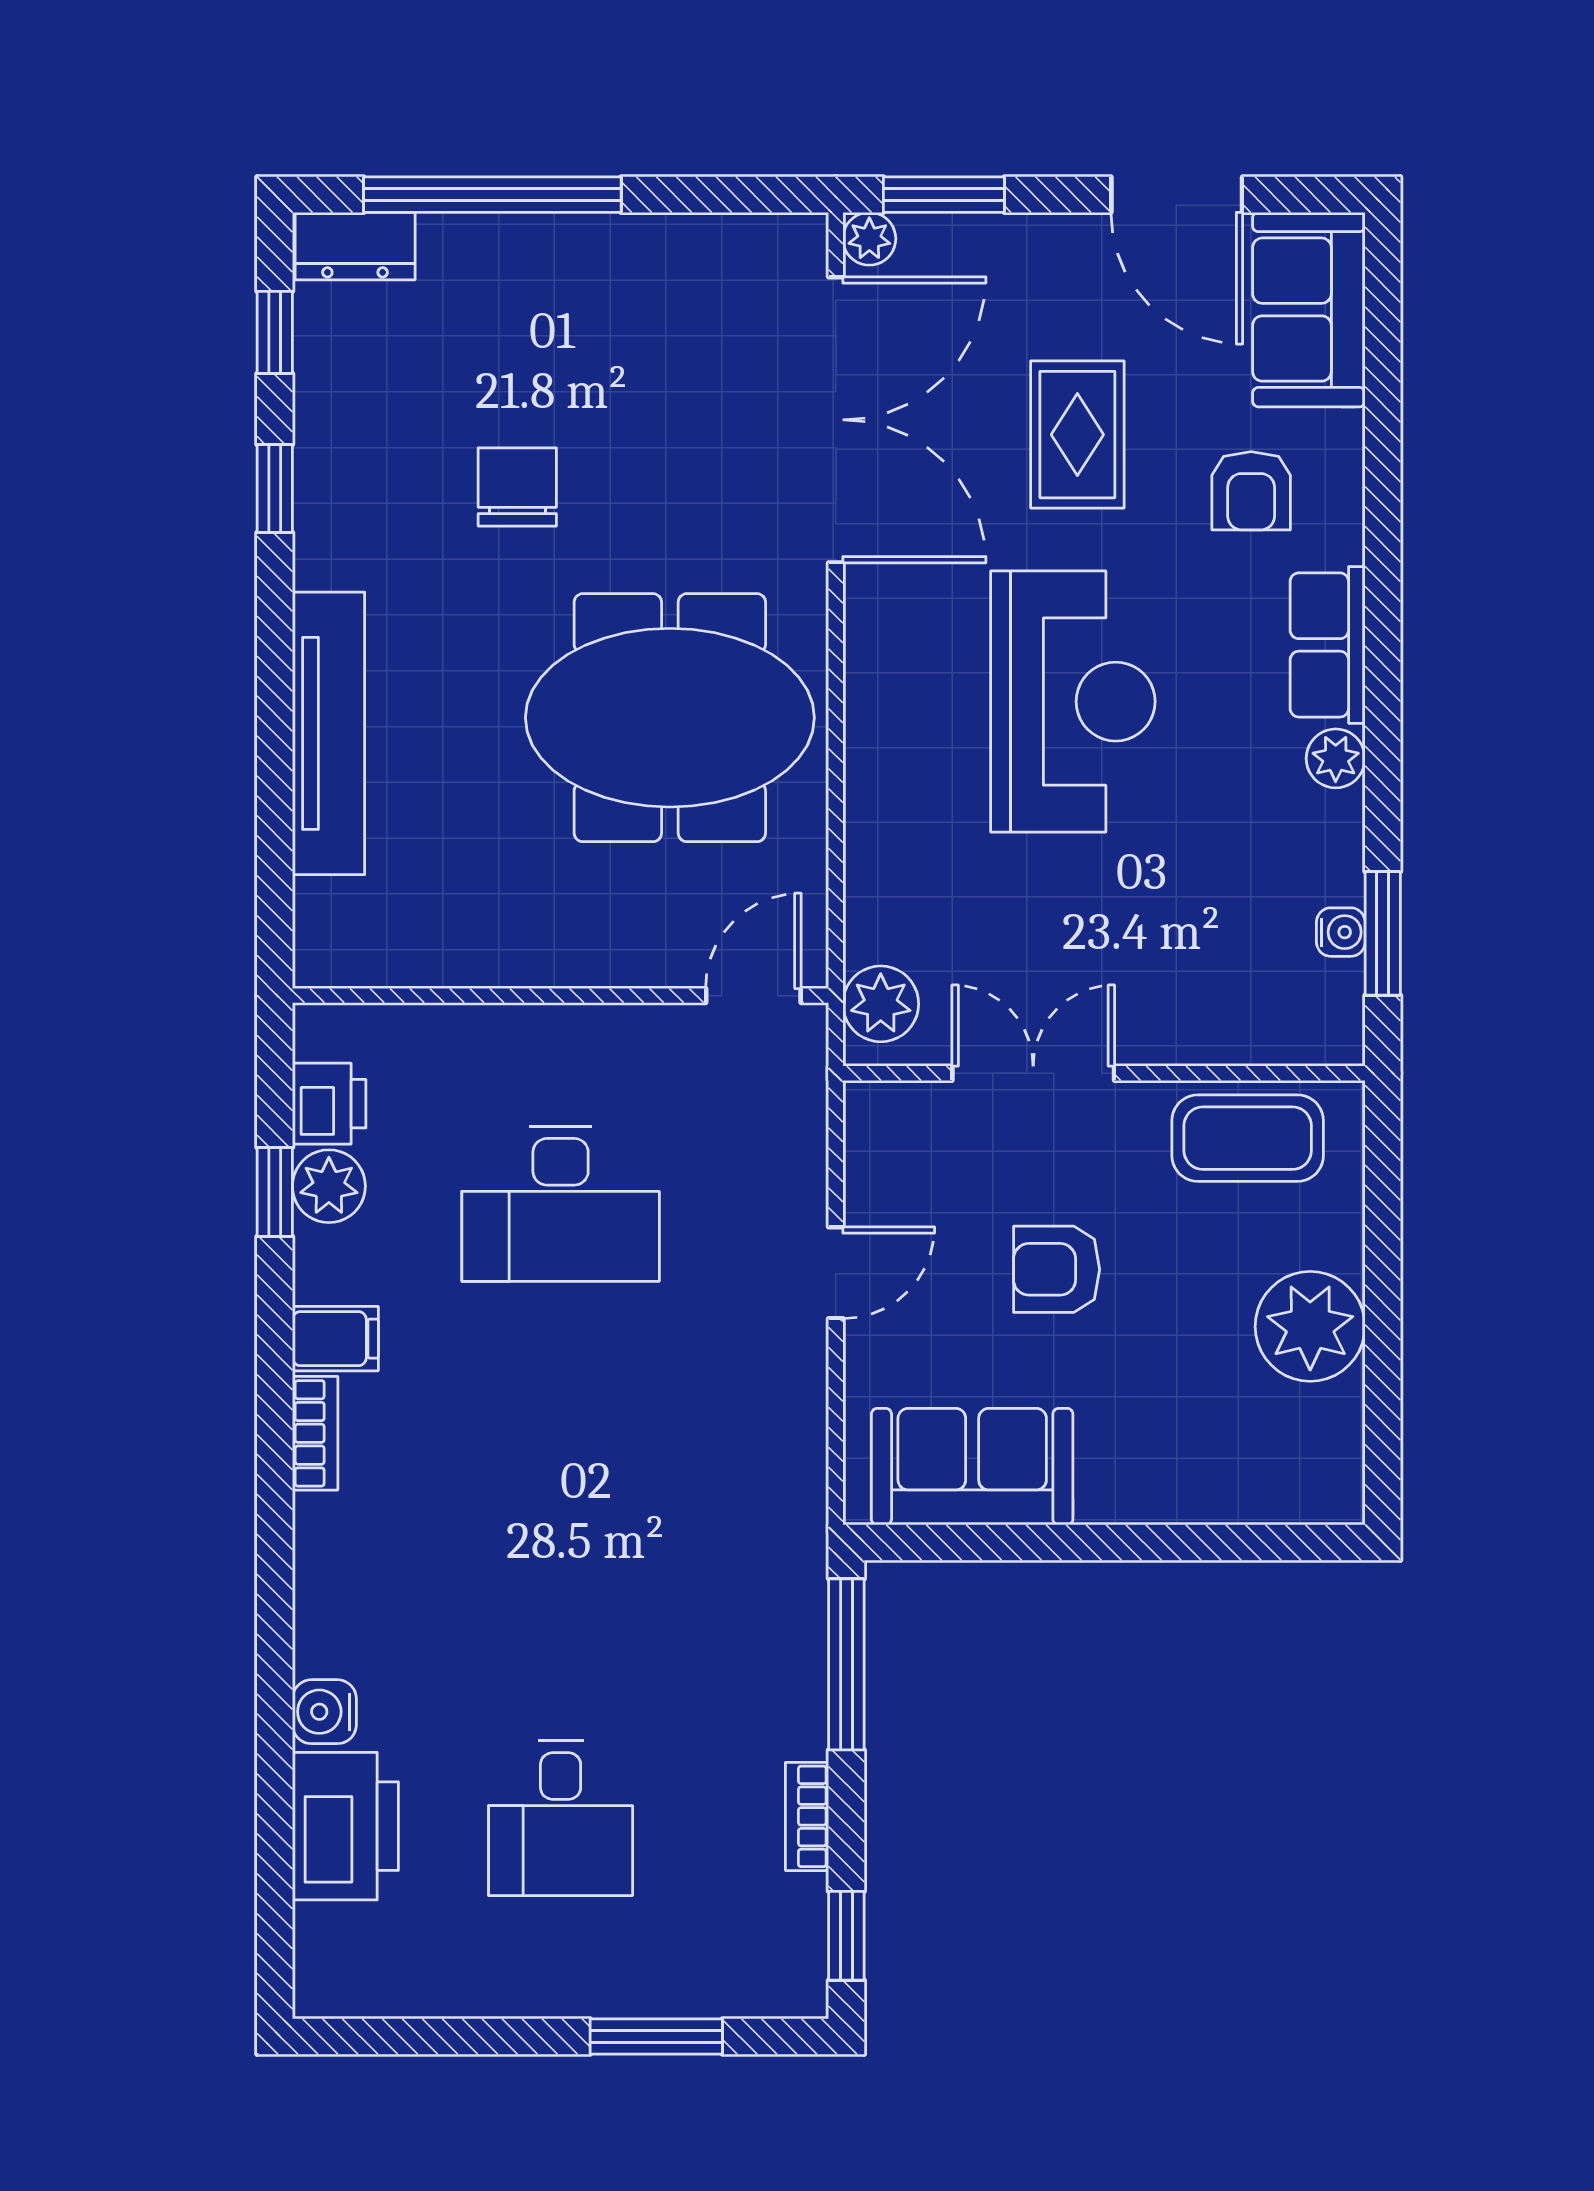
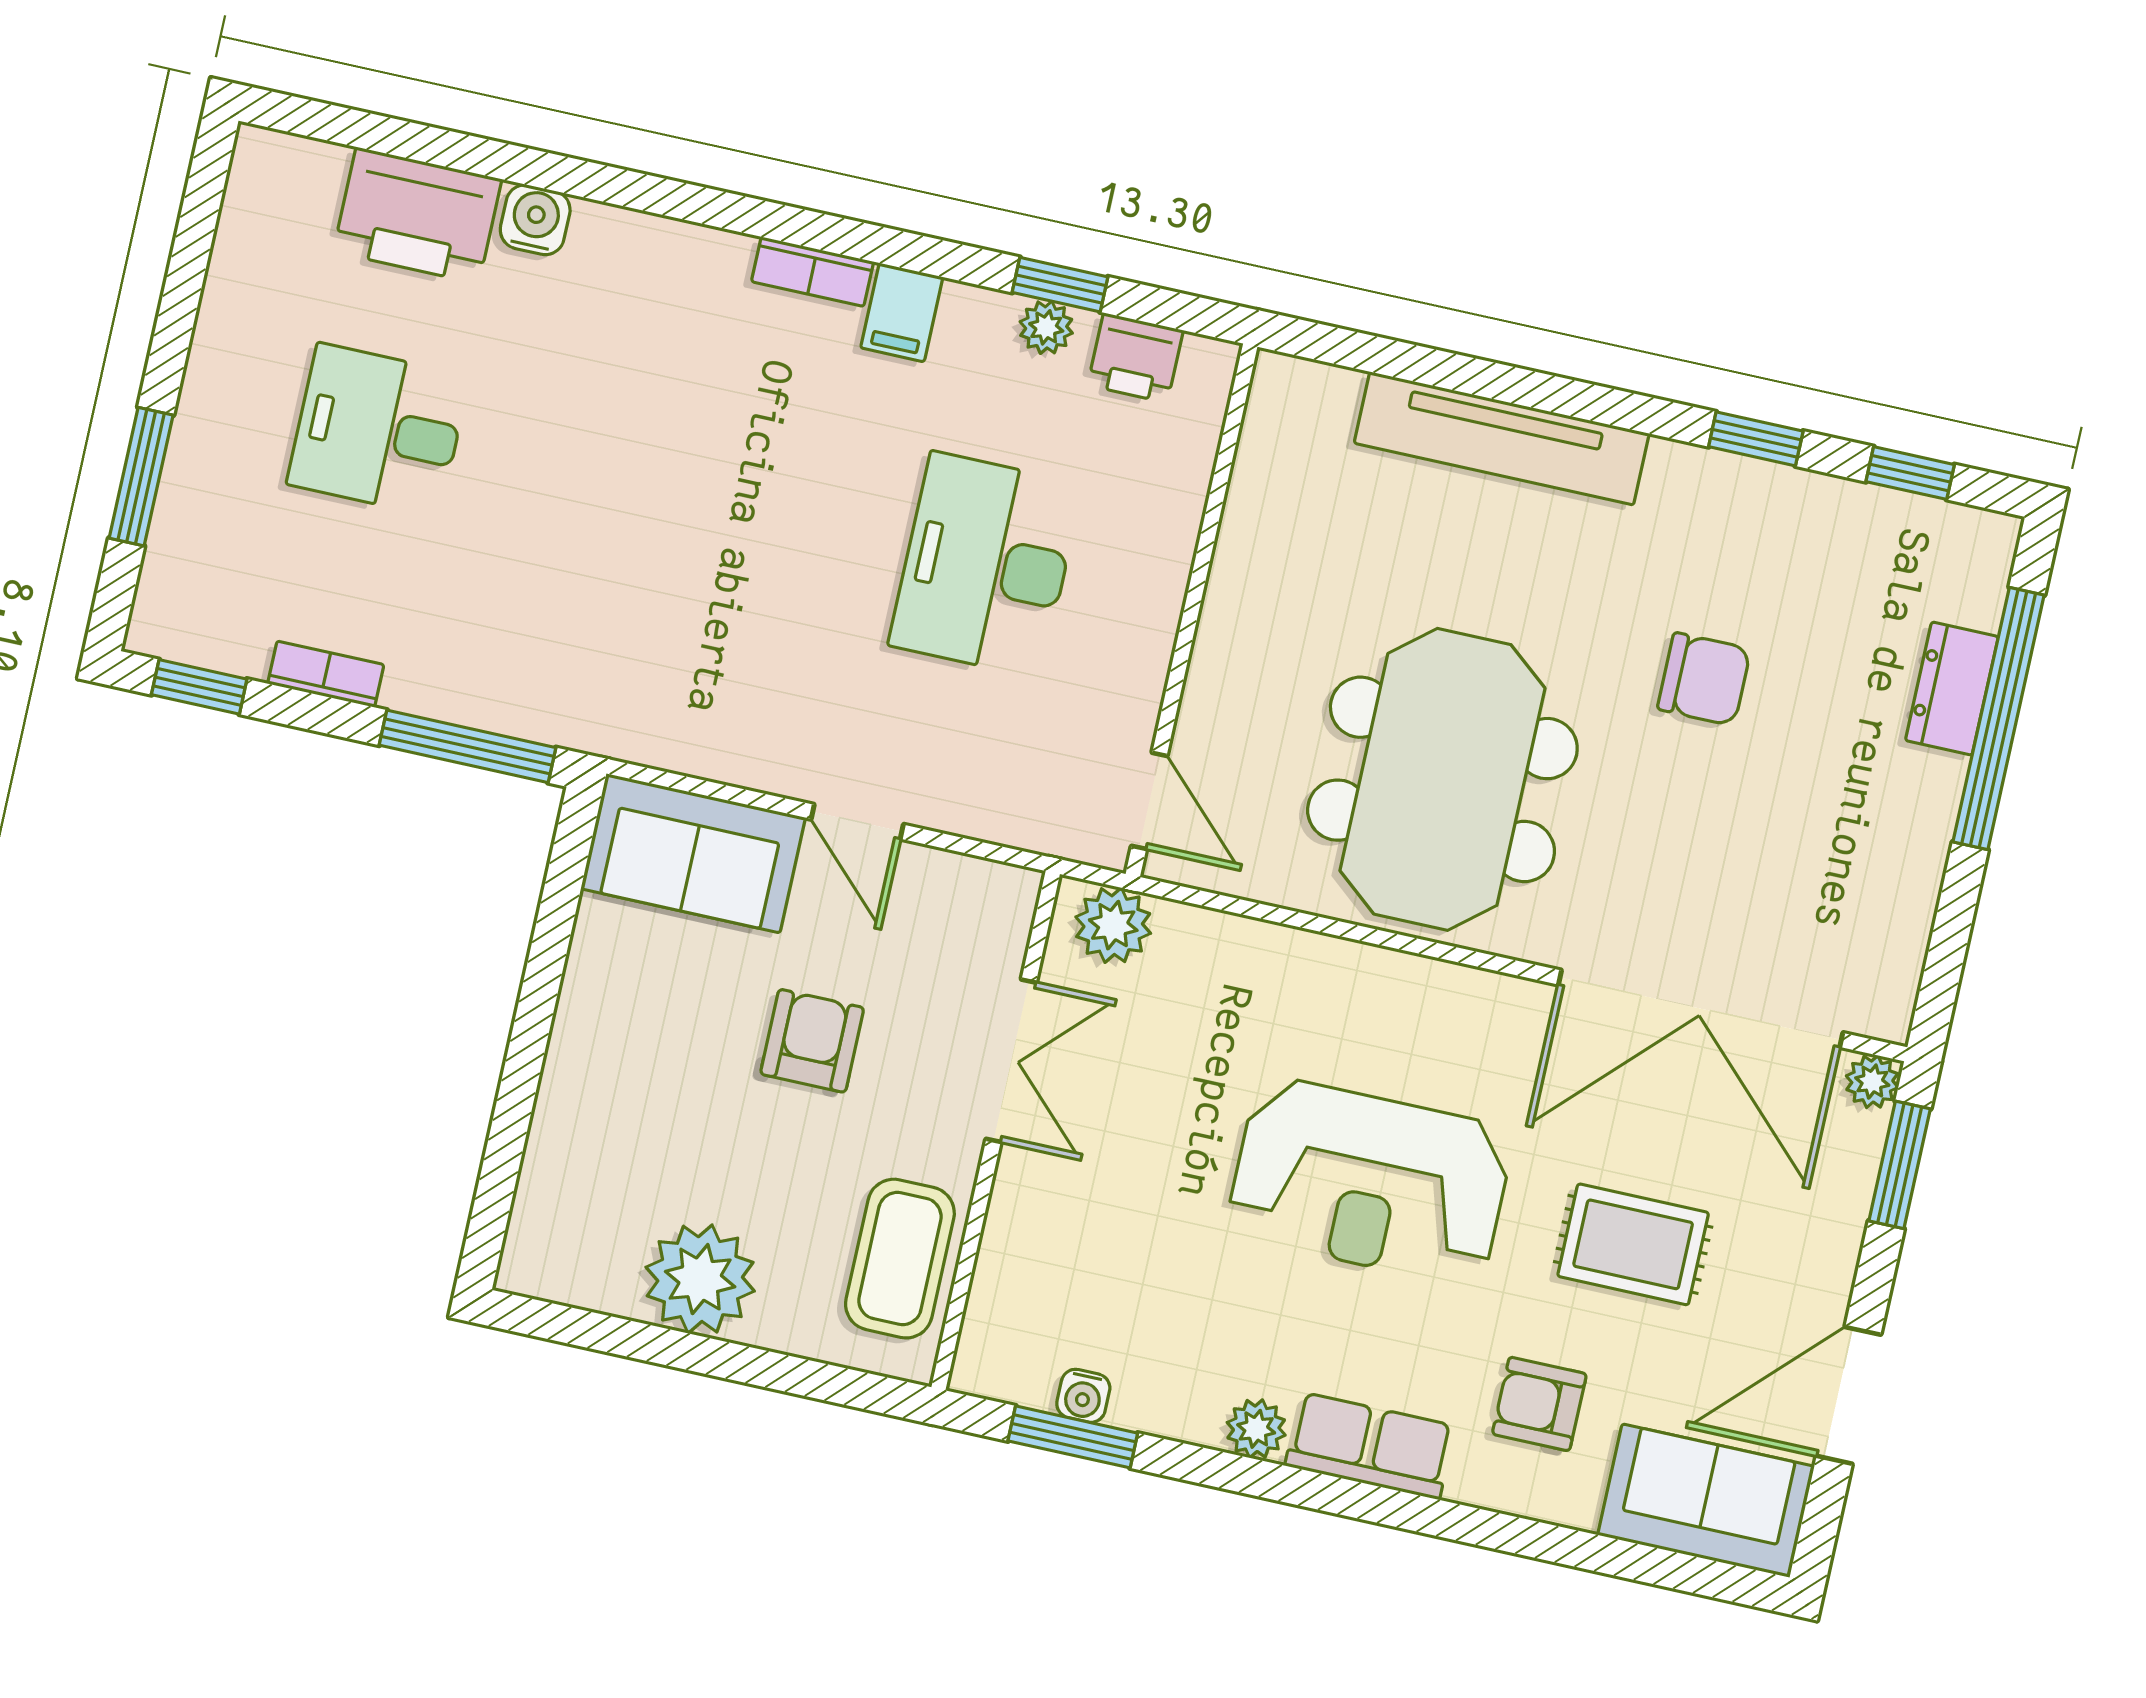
dresser: (355, 246) -> (1952, 689), moved
plant: (329, 1186) -> (1046, 327), width x0.73, depth x0.73
sofa: (972, 1467) -> (693, 853), moved, turned 90

